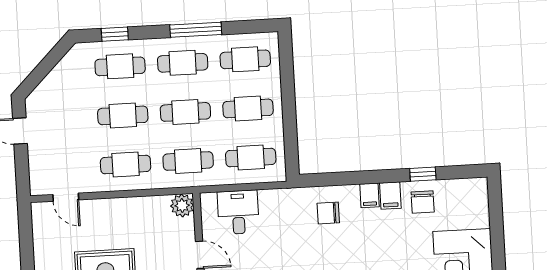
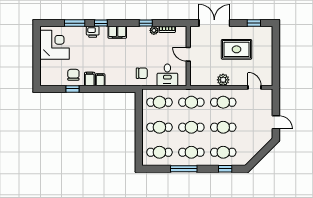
plant: (182, 206) -> (223, 80), moved
chair: (328, 213) -> (142, 73), moved

